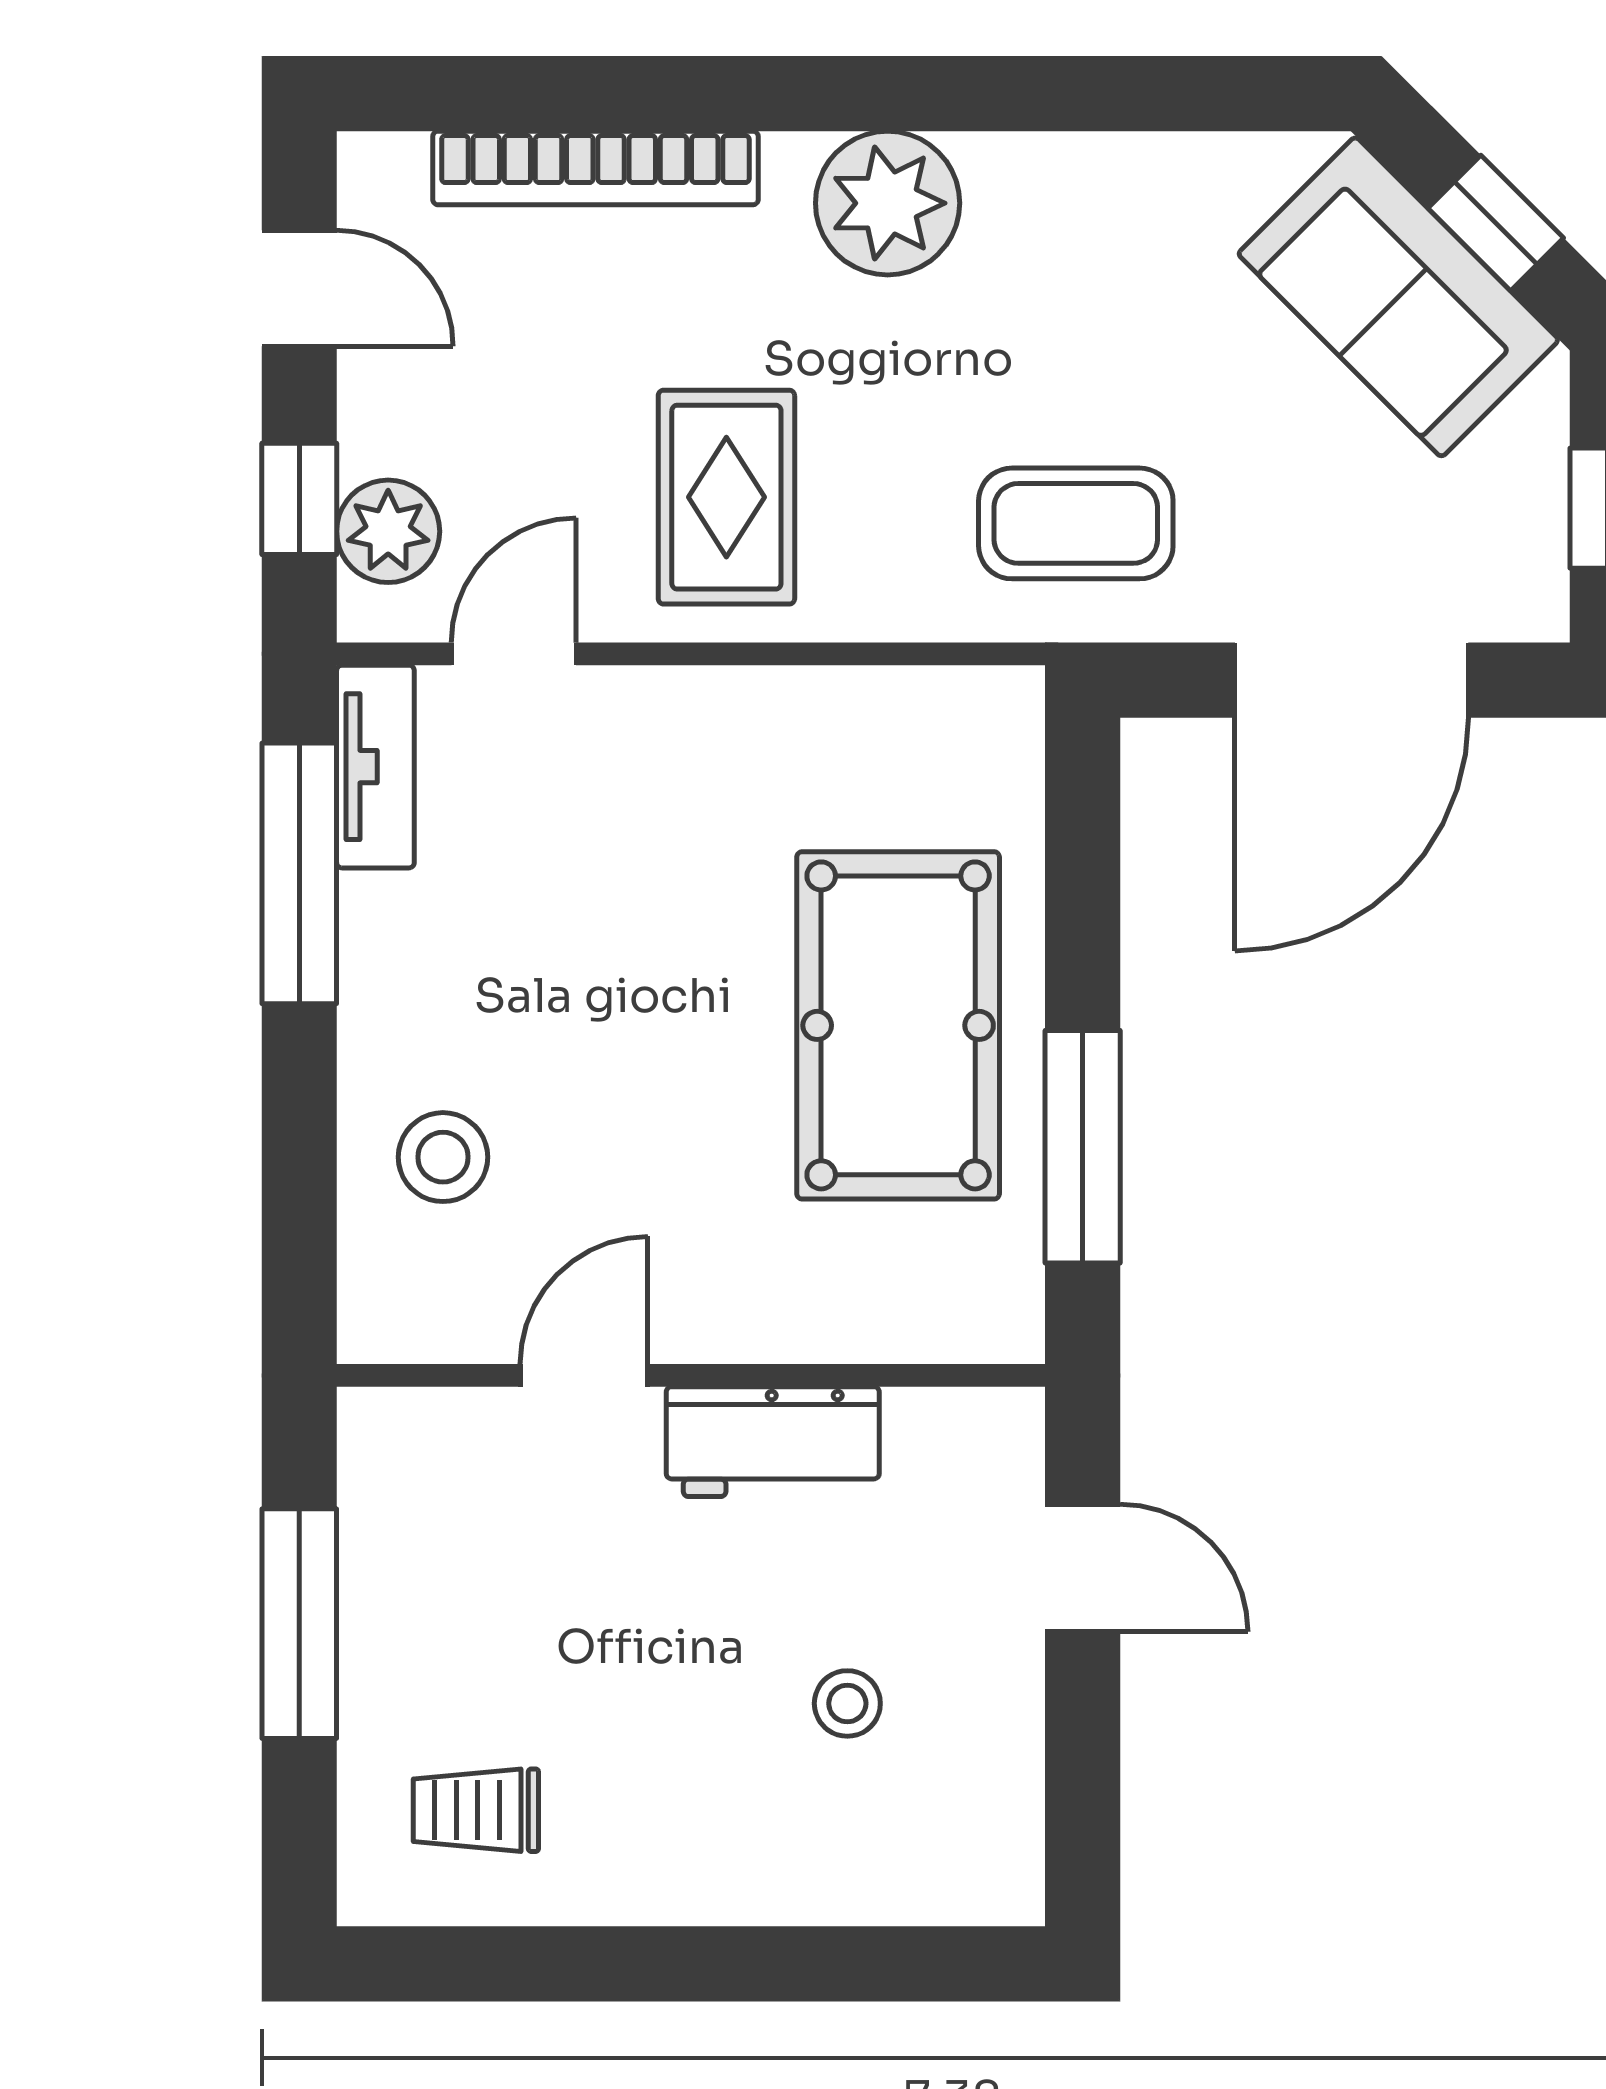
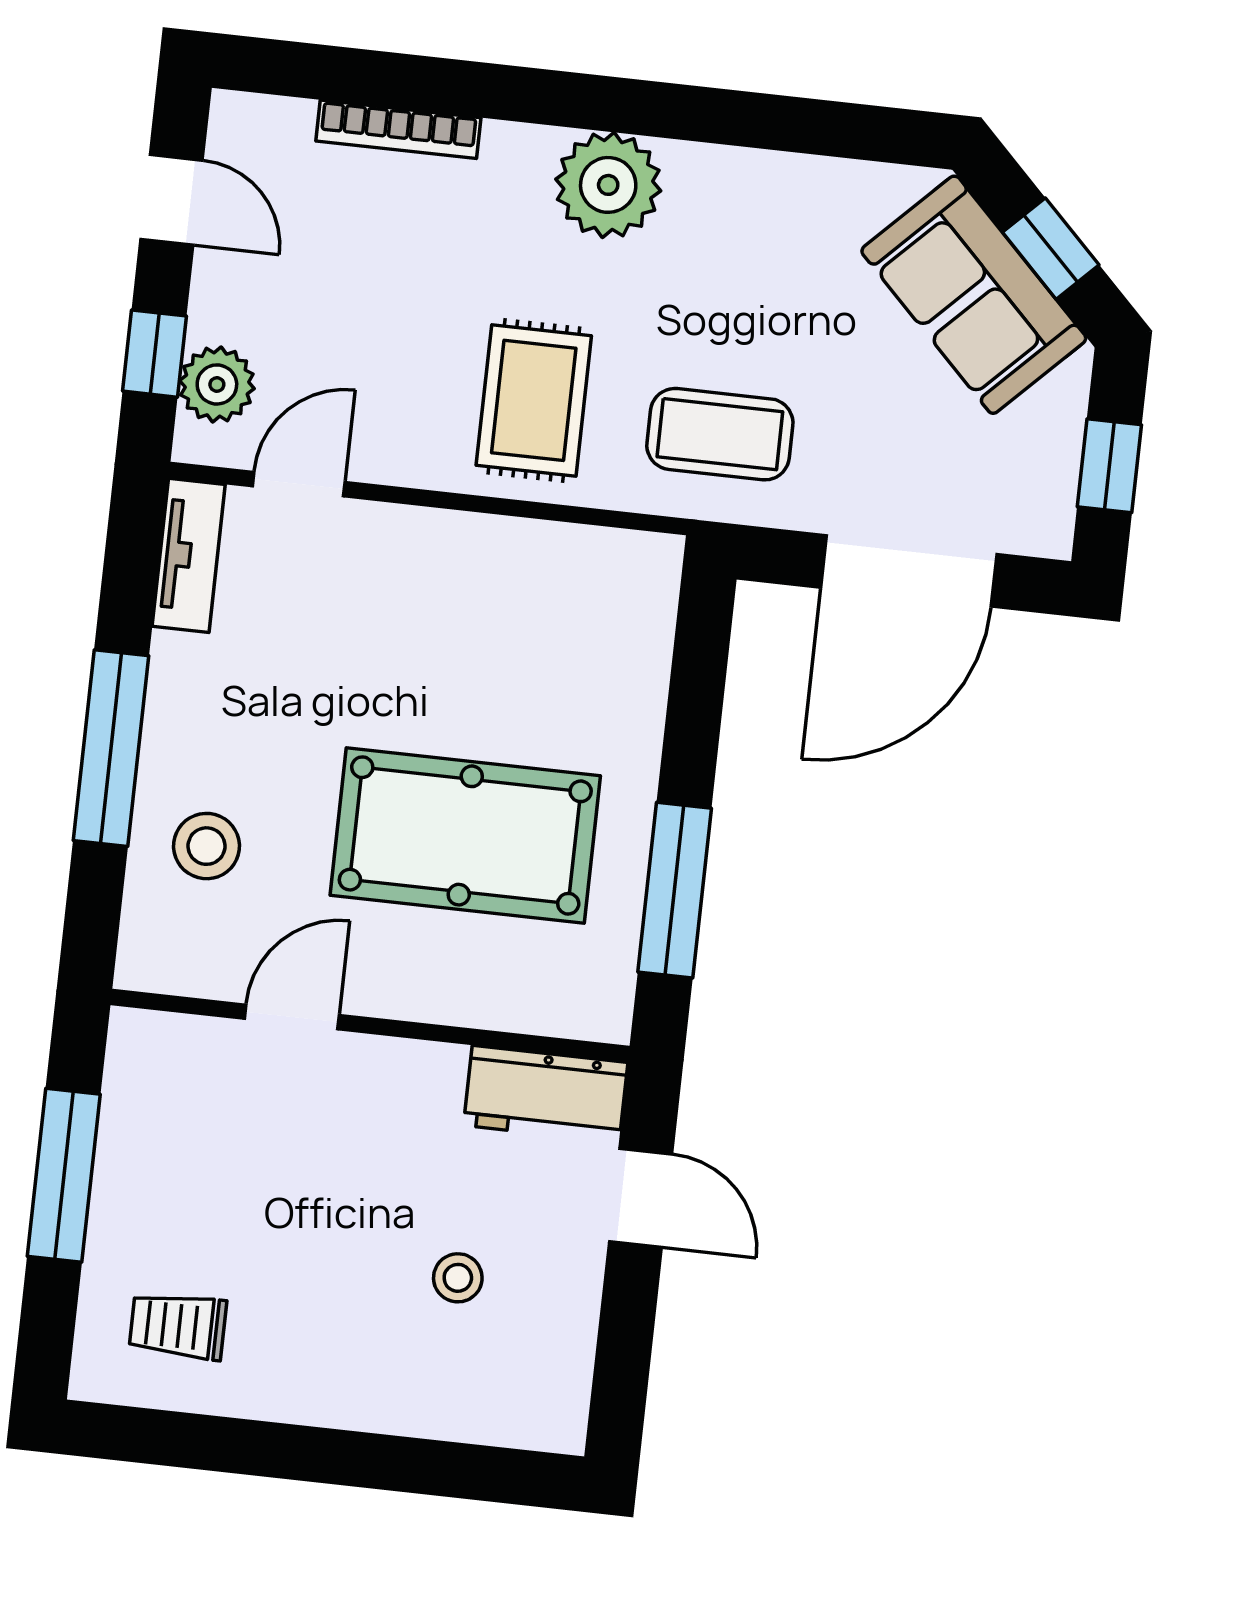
bookcase: (595, 168) -> (398, 129), width x0.68, depth x0.76
rug: (726, 497) -> (534, 400), moved
window: (299, 873) -> (111, 748), moved
pool table: (898, 1025) -> (465, 835), moved, turned 90
workbench: (773, 1442) -> (546, 1094), moved

